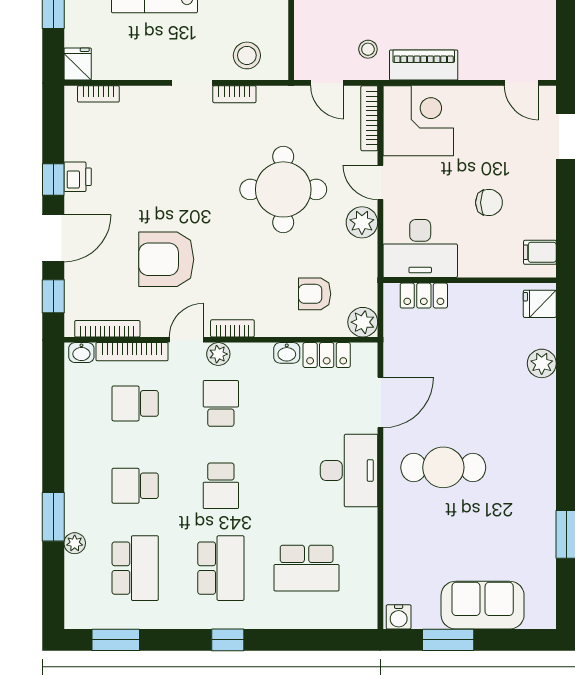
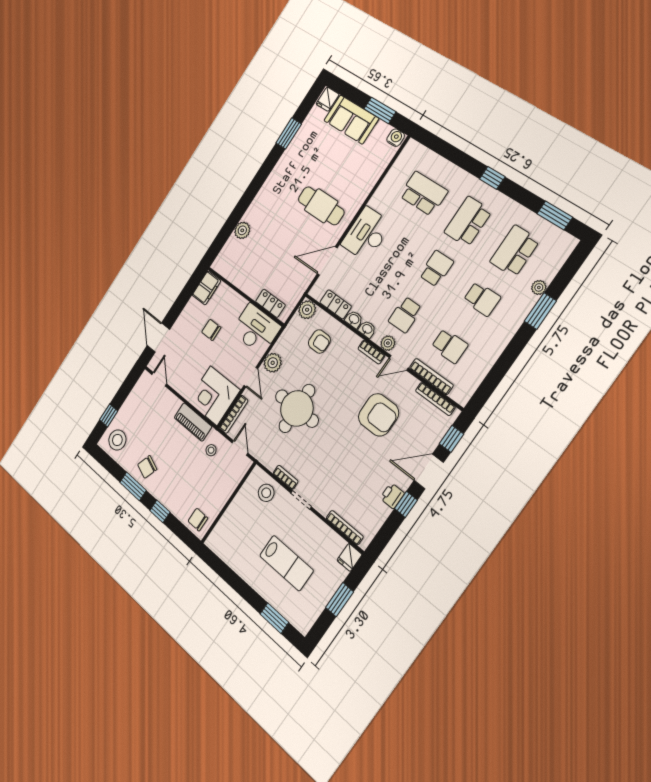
bookcase: (98, 94) -> (345, 528), width x1.56
filing cabinet: (540, 252) -> (206, 288), width x2.00
fridge: (540, 304) -> (328, 99), moved, turned 90
washbasin: (81, 353) -> (367, 329), moved

